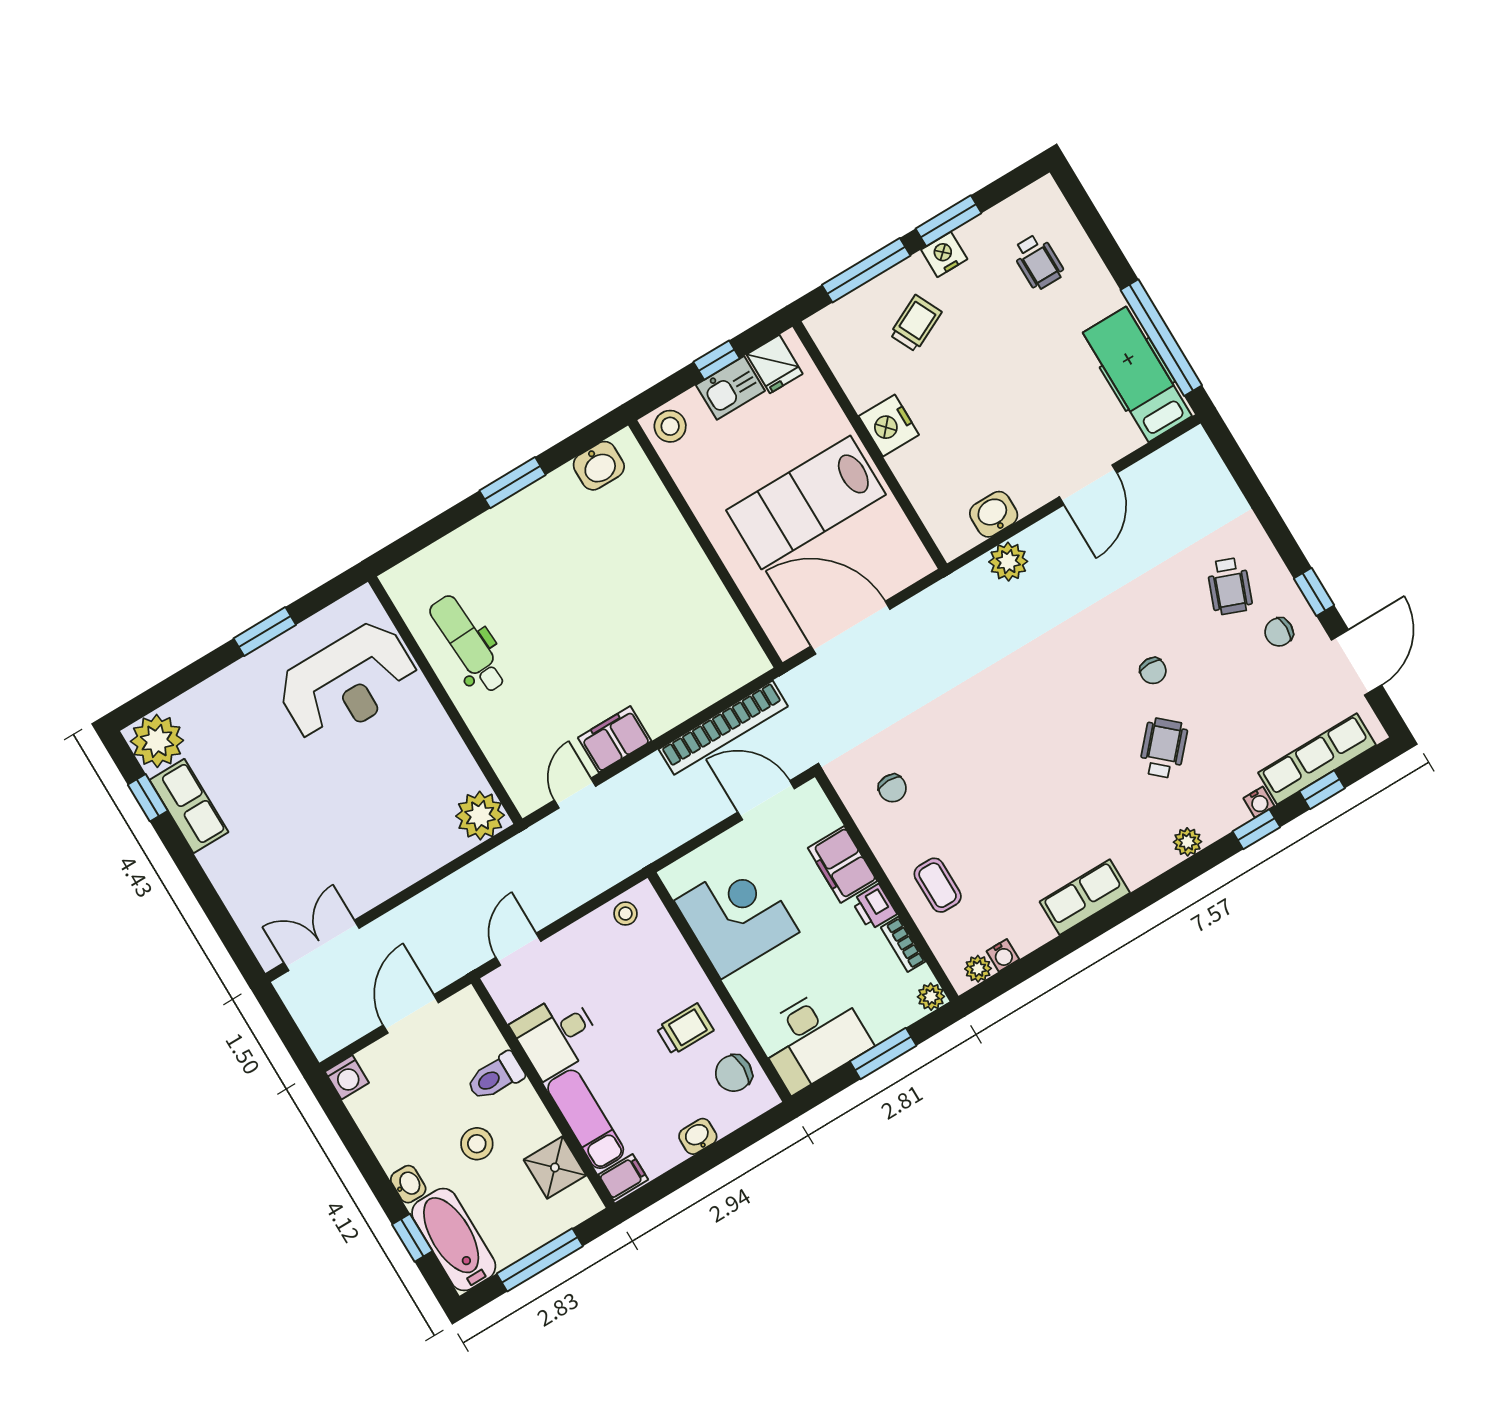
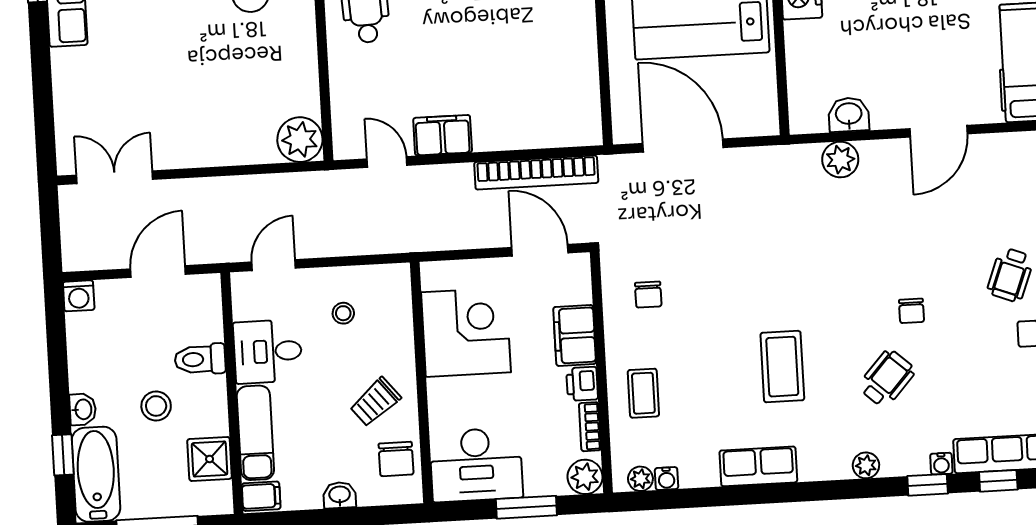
coffee table: (1057, 789) -> (782, 367), added
door: (575, 793) -> (387, 162), hinge flipped
stool: (625, 914) -> (343, 313), moved
plant: (931, 997) -> (585, 477), width x1.38, depth x1.38
trolley: (685, 1029) -> (375, 402), turned 141
chair: (734, 1073) -> (396, 459), turned -90

